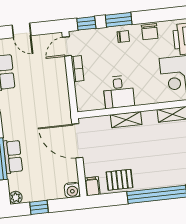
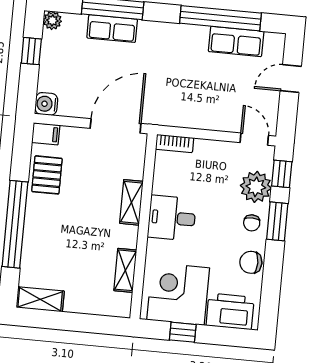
plant: (99, 39) -> (256, 187), added
bookcase: (78, 69) -> (175, 143), moved
desk: (119, 92) -> (172, 218), moved

